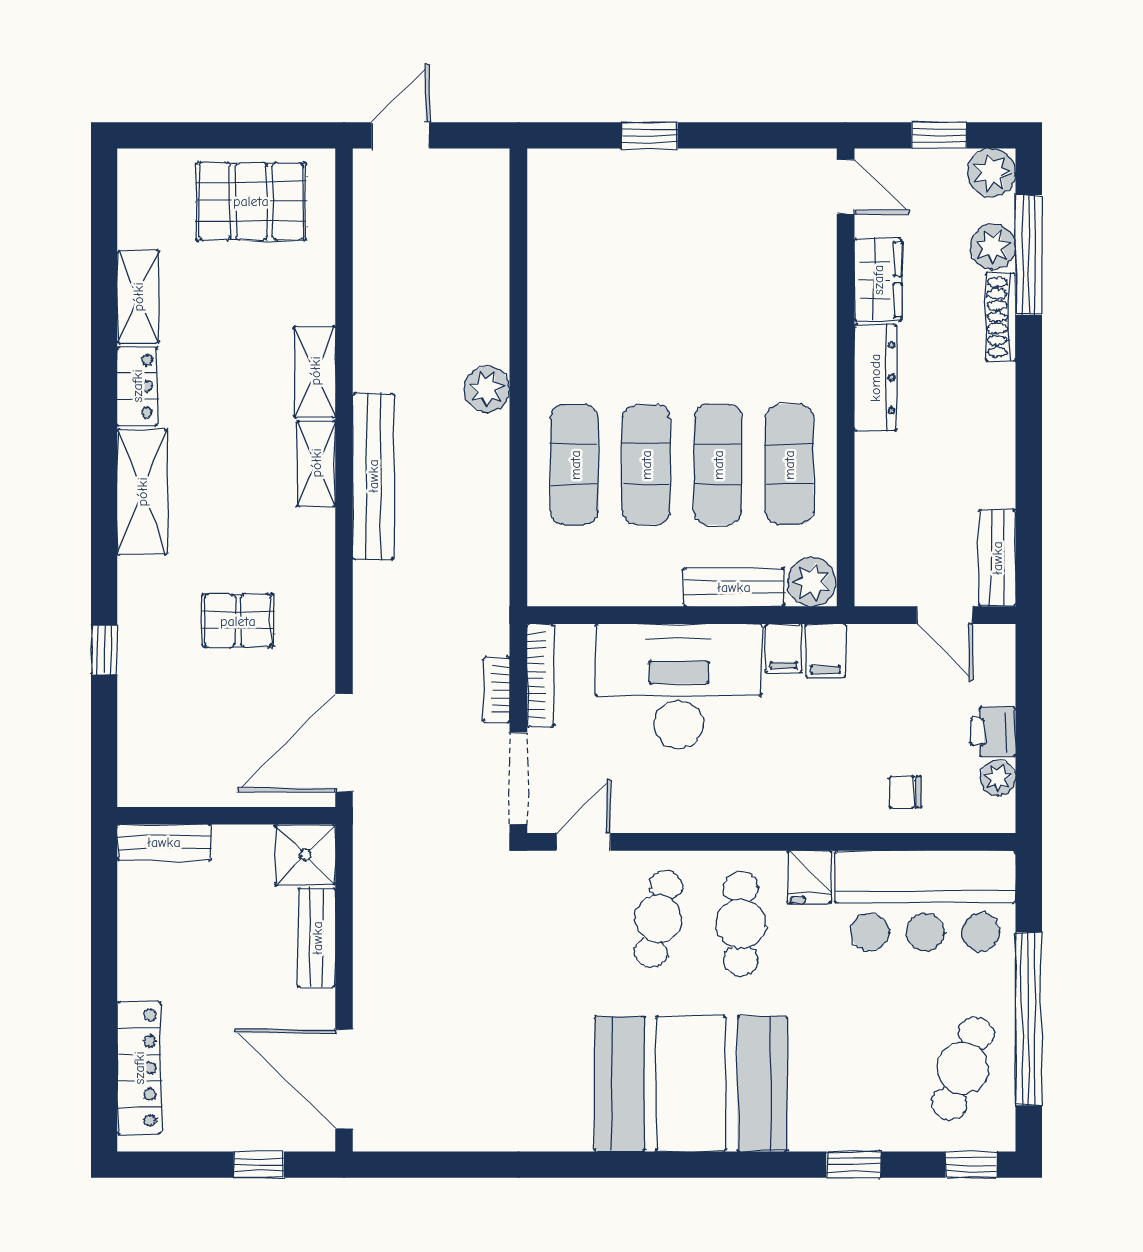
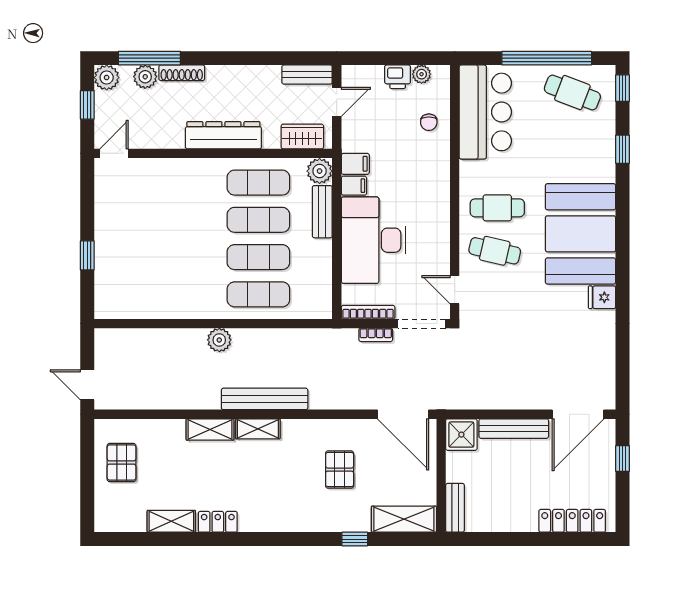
pallet: (251, 201) -> (122, 463), width x0.67, depth x0.71
wardrobe: (878, 280) -> (302, 137), moved
dresser: (875, 378) -> (223, 135), width x1.37, depth x1.24
shelving: (142, 492) -> (404, 519), moved
fridge: (809, 877) -> (602, 297), moved, turned 180
bench: (317, 938) -> (514, 429), width x1.36

